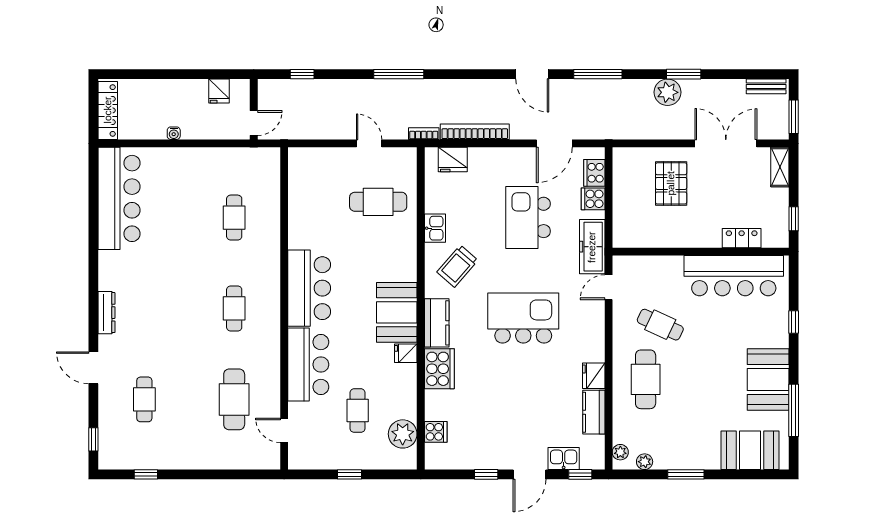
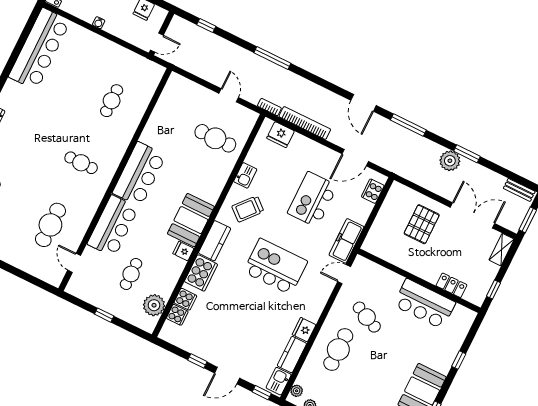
cooker: (593, 199) -> (185, 299), moved, turned 180
bar counter: (734, 276) -> (424, 304), width x0.73
cafe table: (234, 308) -> (81, 163), turned 90
kitchen sink: (564, 459) -> (279, 381), moved, turned -90

